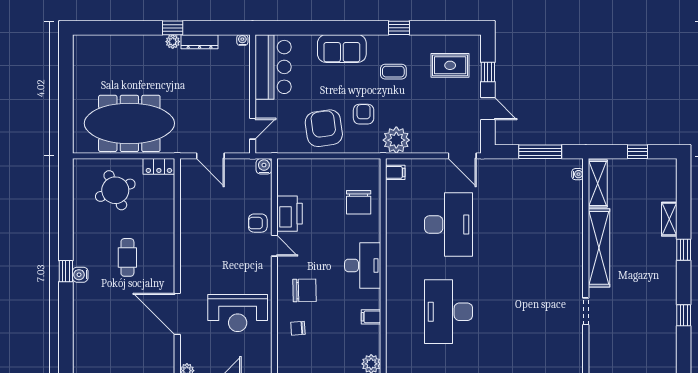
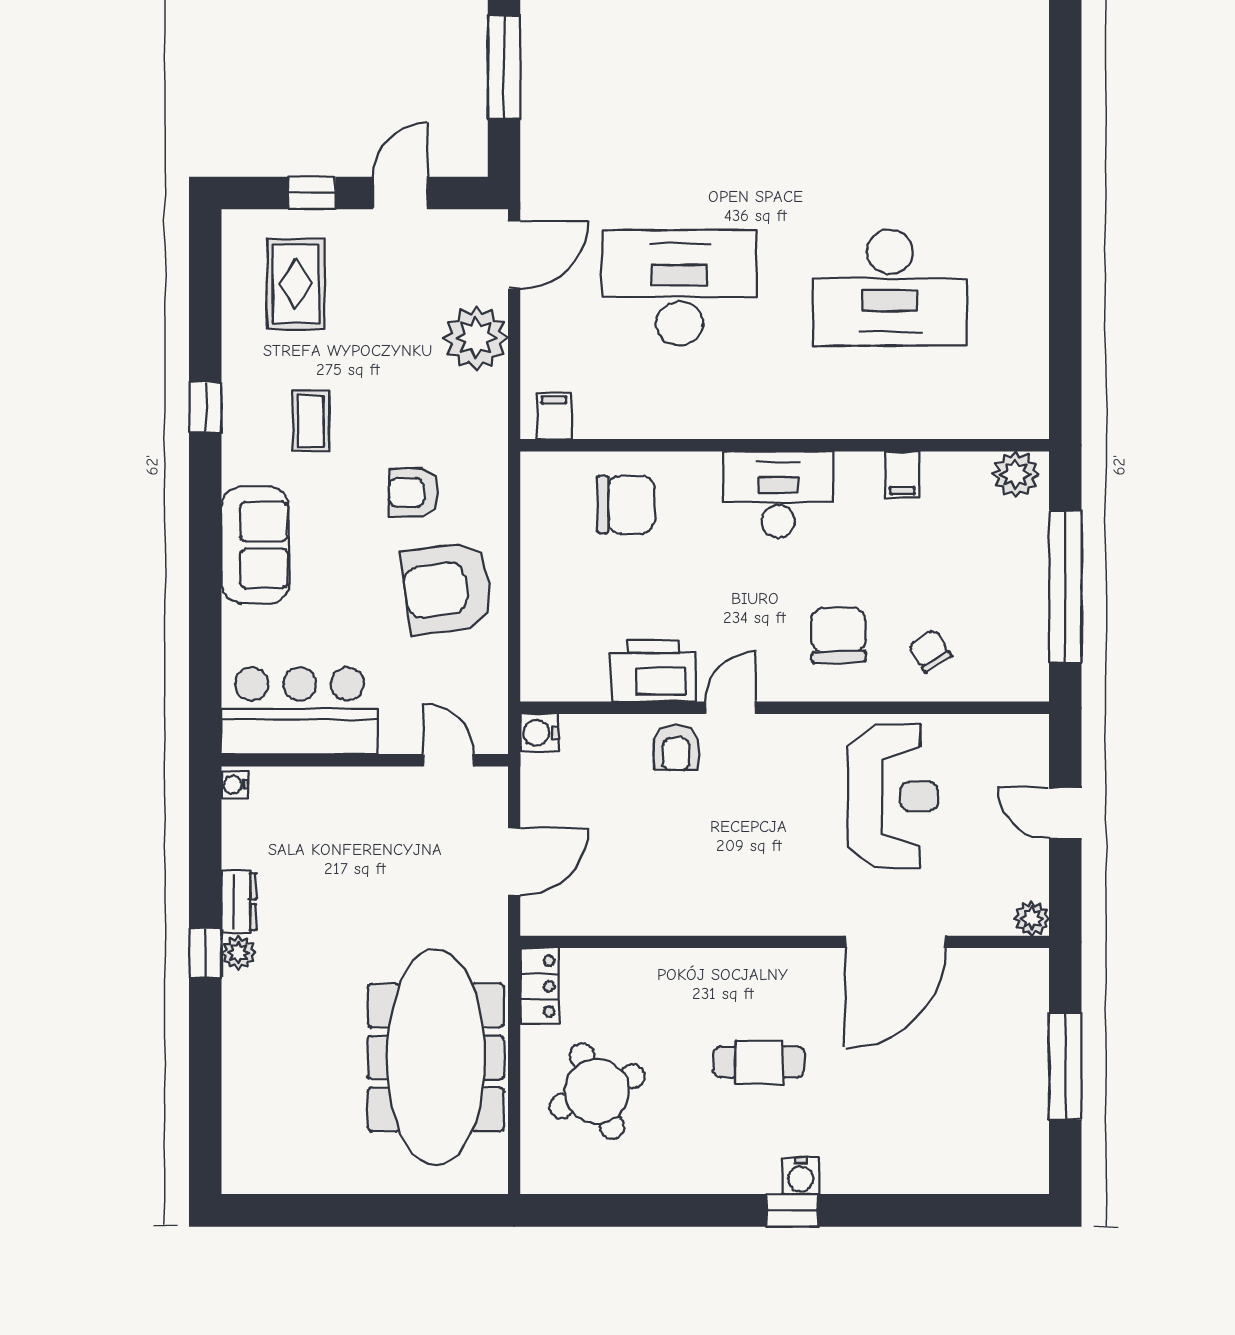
dresser: (200, 42) -> (239, 902), width x0.70
plant: (396, 140) -> (476, 338), moved
chair: (298, 328) -> (930, 651), turned 152

